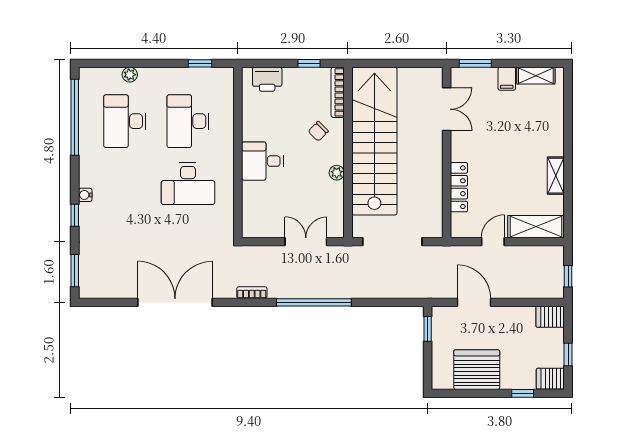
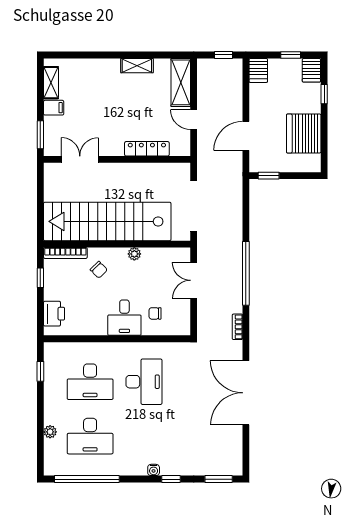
chair: (267, 197) -> (155, 313), added

